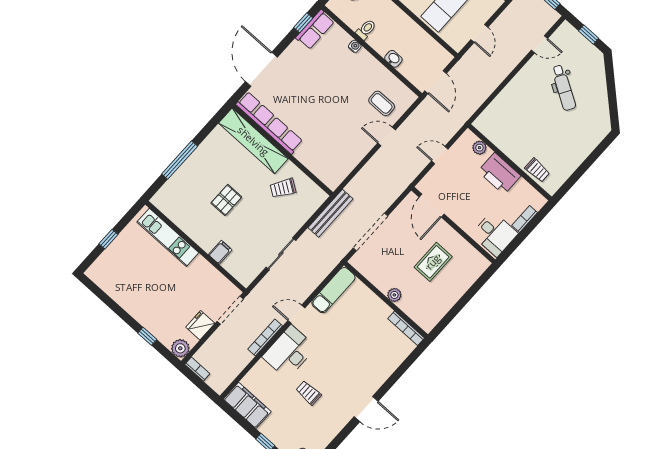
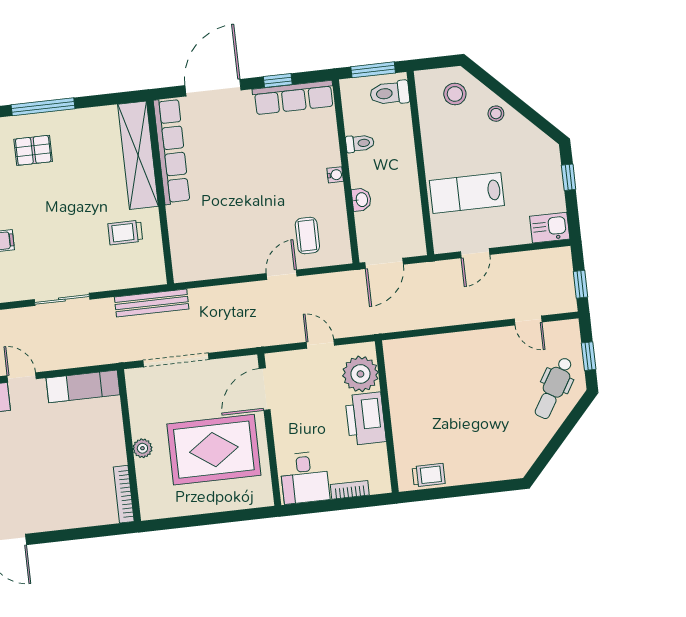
window: (303, 23) -> (278, 80), moved
row of seats: (315, 30) -> (293, 98), width x1.48
water cooler: (355, 46) -> (335, 175), moved
dental chair: (564, 88) -> (554, 388), moved
door: (386, 137) -> (282, 275), hinge flipped
plant: (479, 148) -> (360, 374), width x1.87, depth x1.87
trolley: (537, 170) -> (429, 475), moved, turned -90
trolley: (283, 188) -> (125, 232), turned -34
pallet: (226, 200) -> (33, 150), moved
rug: (433, 262) -> (214, 450), width x1.86, depth x2.06

